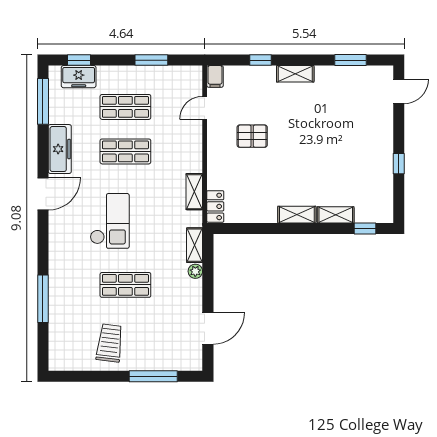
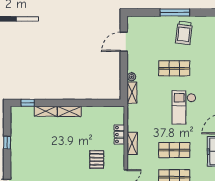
pallet: (252, 136) -> (97, 159), turned 90
shelving: (194, 192) -> (132, 143), moved
locker: (215, 206) -> (119, 134), moved
window: (153, 376) -> (175, 13), moved

